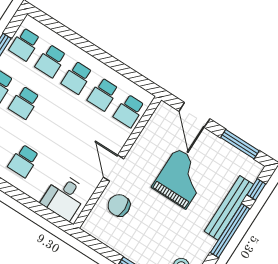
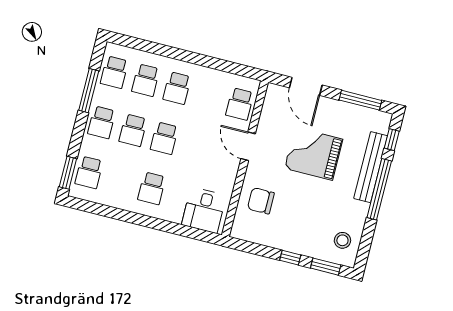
school desk: (103, 94) -> (164, 138), moved
door: (114, 168) -> (248, 146), moved
grand piano: (181, 179) -> (314, 154), turned -90

